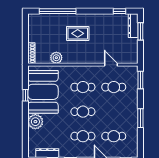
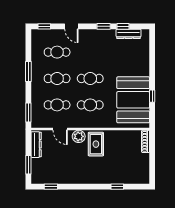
window: (58, 11) -> (117, 187), width x0.32
dresser: (133, 26) -> (36, 145), moved
rug: (78, 33) -> (96, 144), moved, turned 90
plant: (56, 58) -> (79, 136), moved
plant: (35, 122) -> (141, 68), removed
cafe table: (83, 136) -> (57, 78), moved

